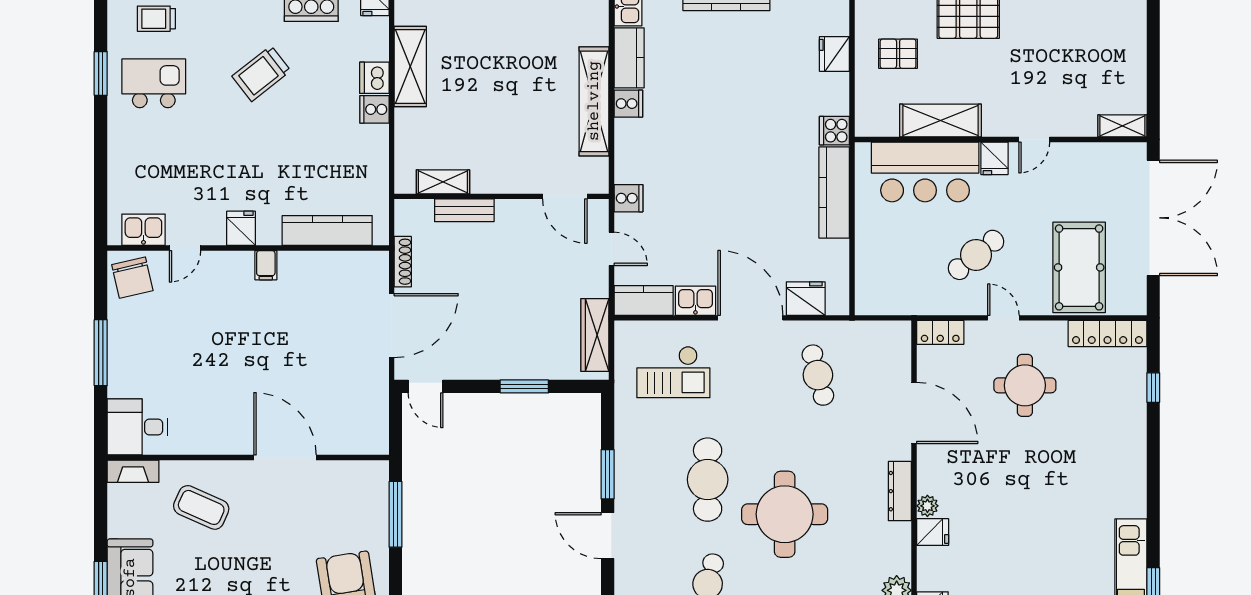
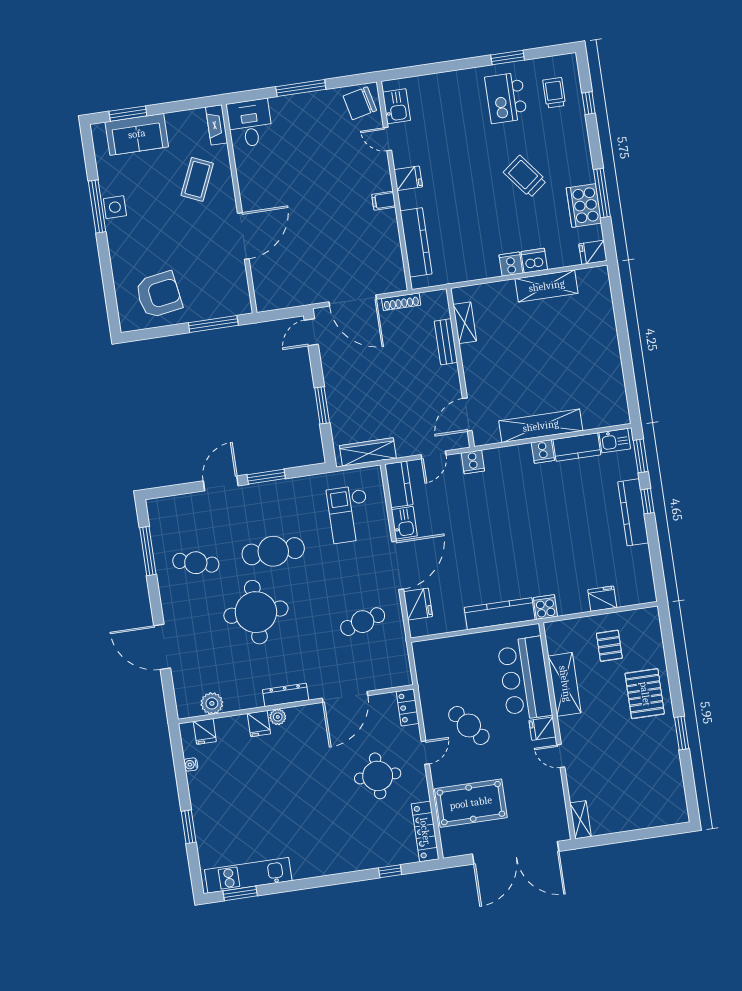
kitchen island: (154, 83) -> (506, 98), turned 180

